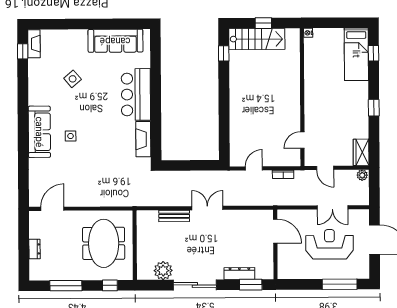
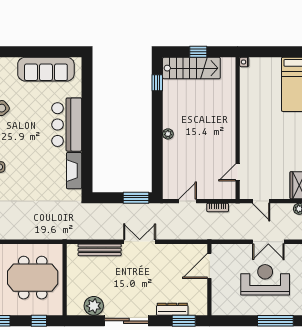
plant: (234, 103) -> (168, 134), added
window: (204, 165) -> (136, 198), added
bench: (174, 216) -> (100, 250), width x1.36
door: (275, 231) -> (209, 266), swing flipped
meeting table: (104, 243) -> (33, 278), turned 90

